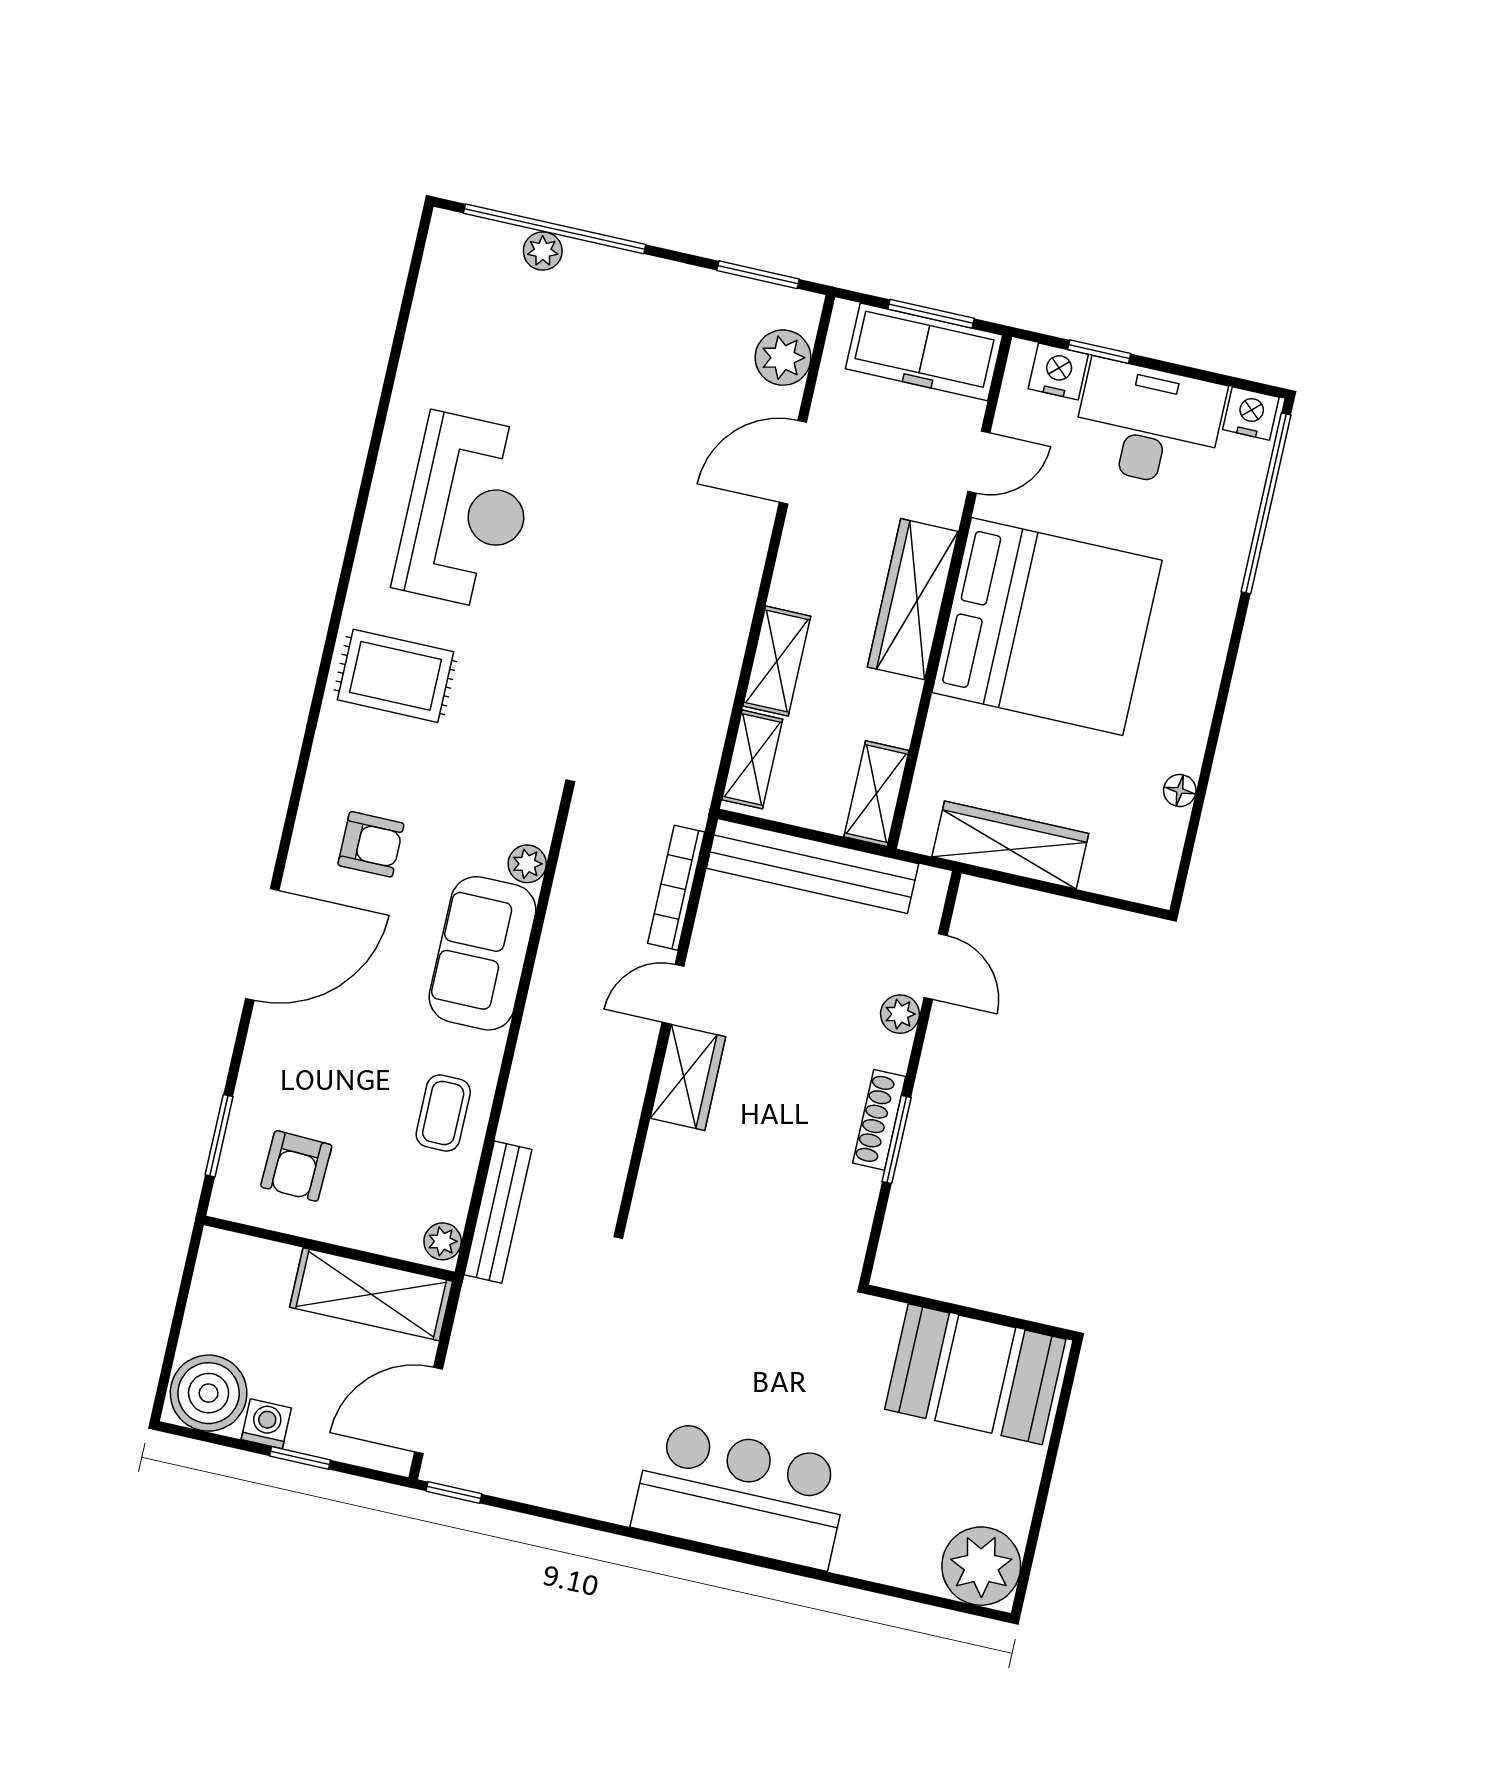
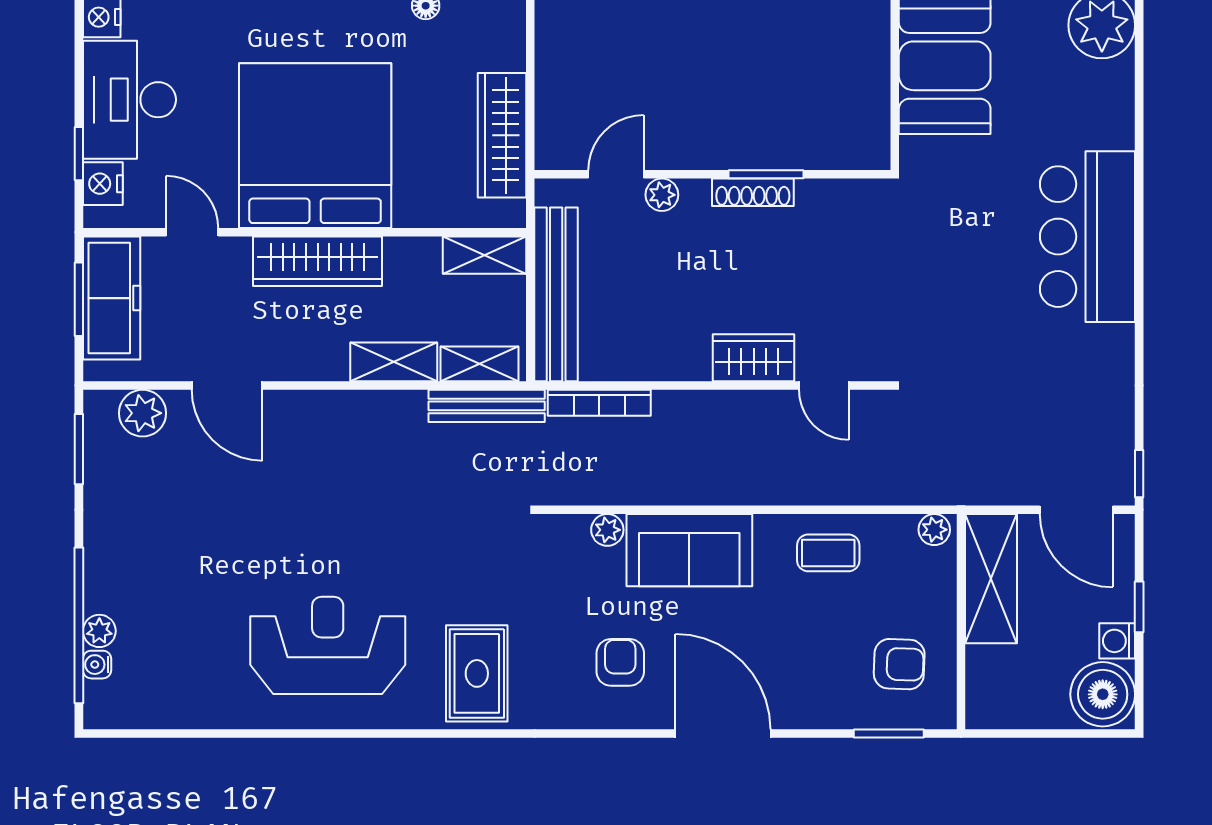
water cooler: (505, 240) -> (97, 665), added
door: (673, 994) -> (824, 386), moved
bench: (498, 1212) -> (487, 406), moved

